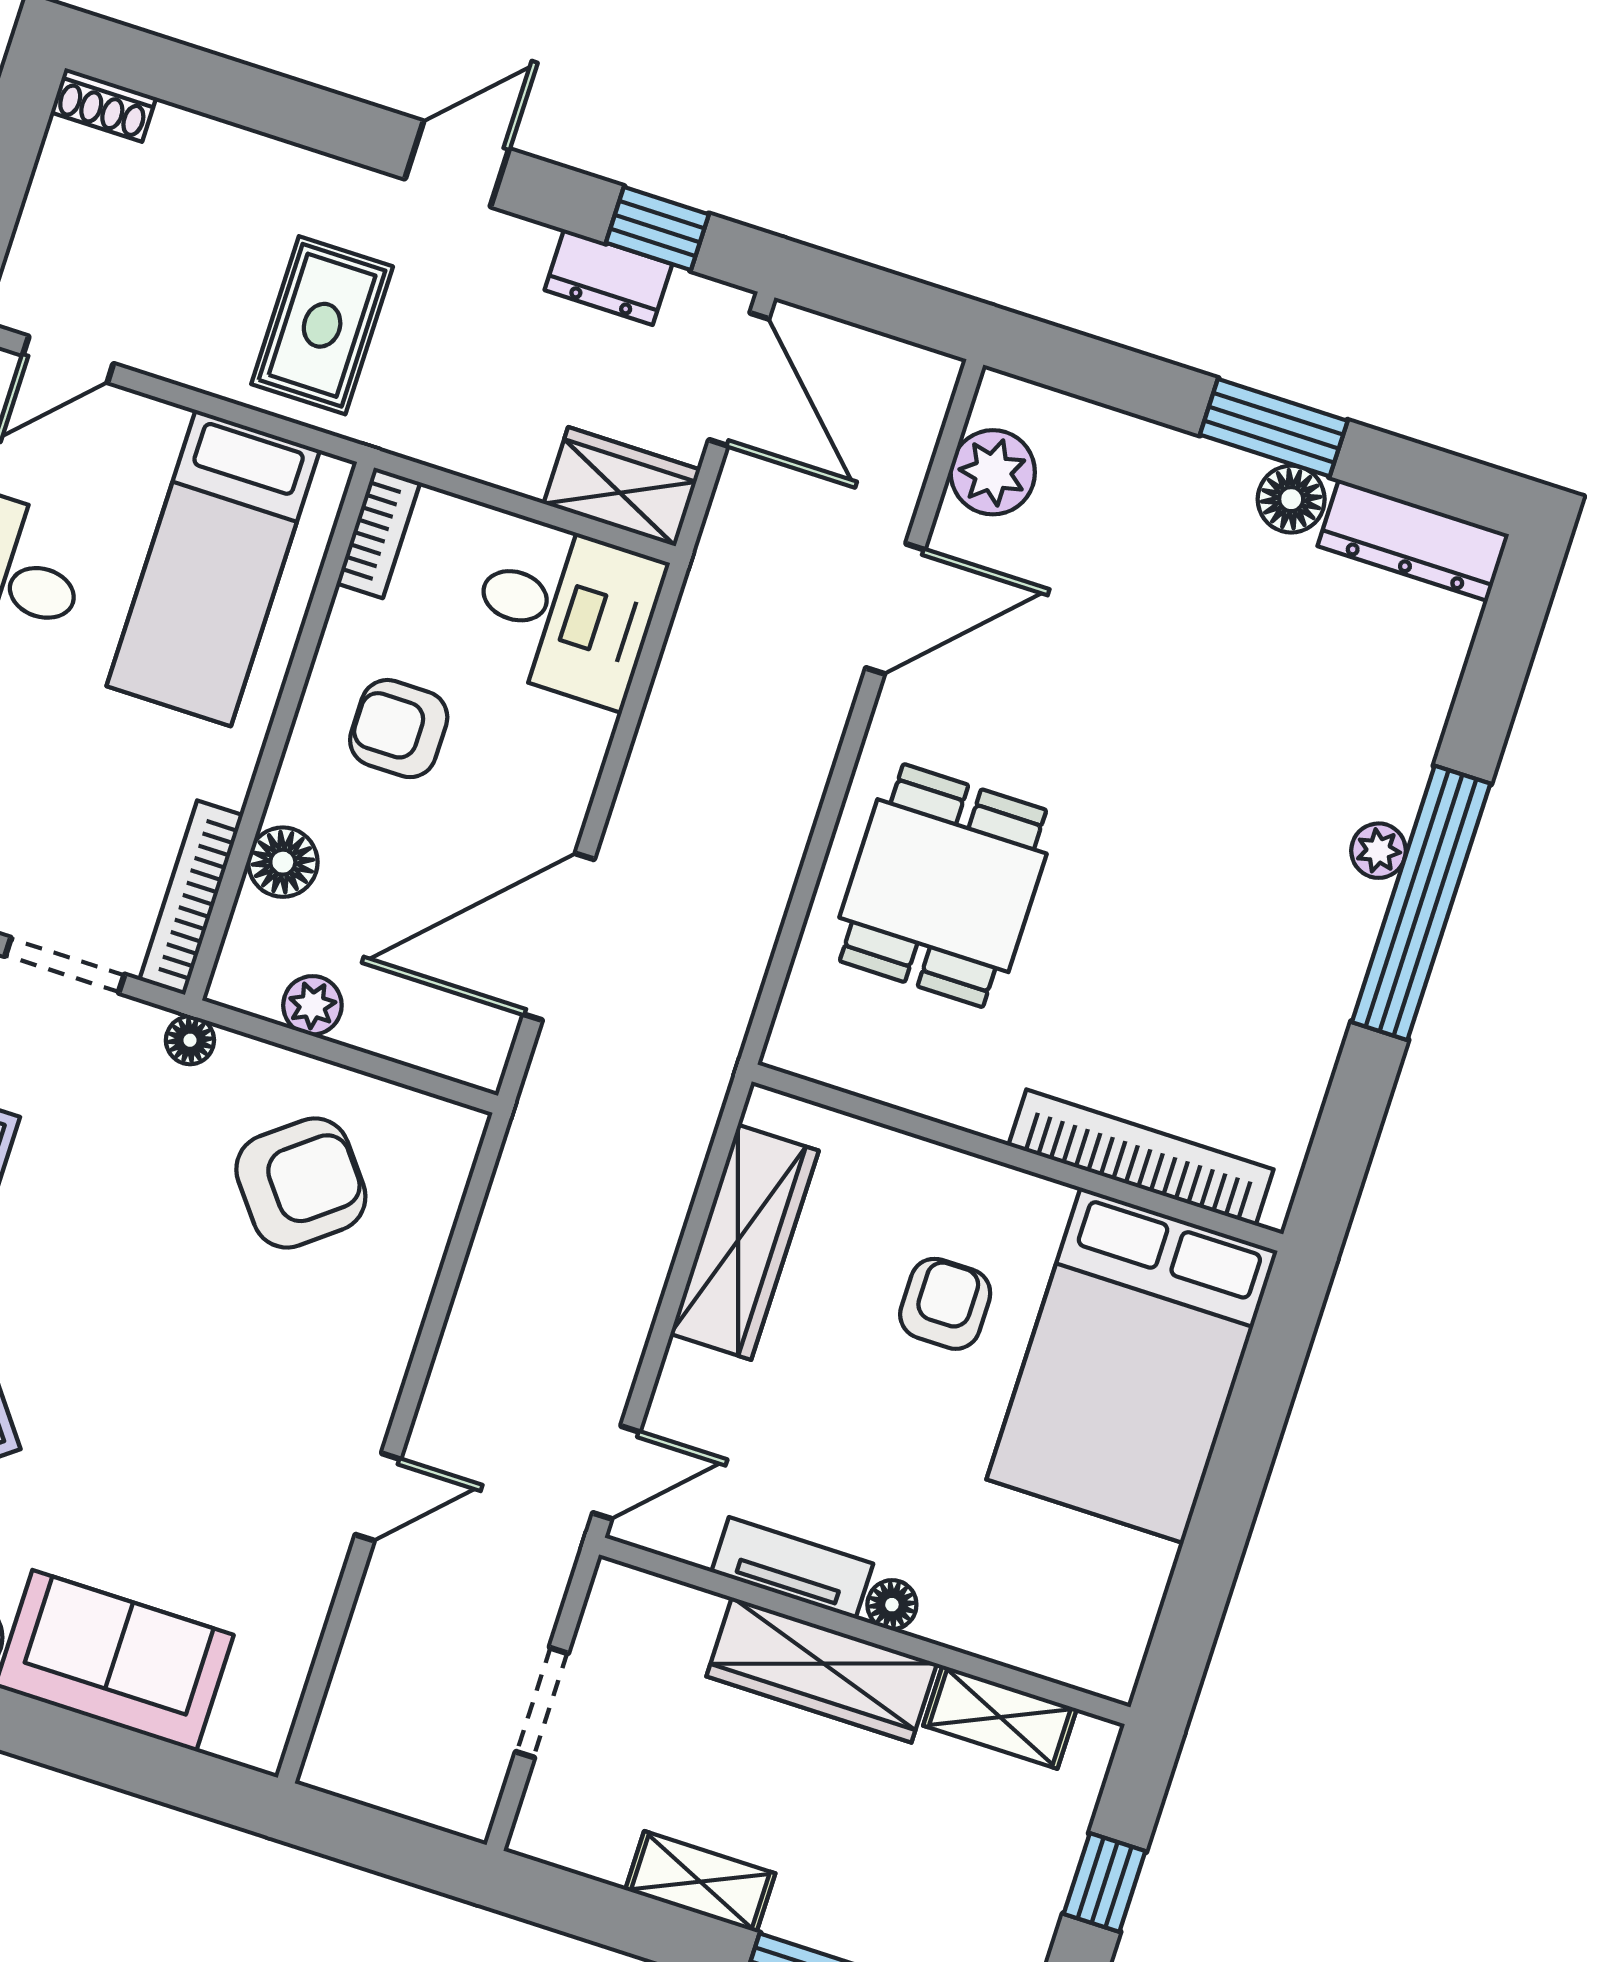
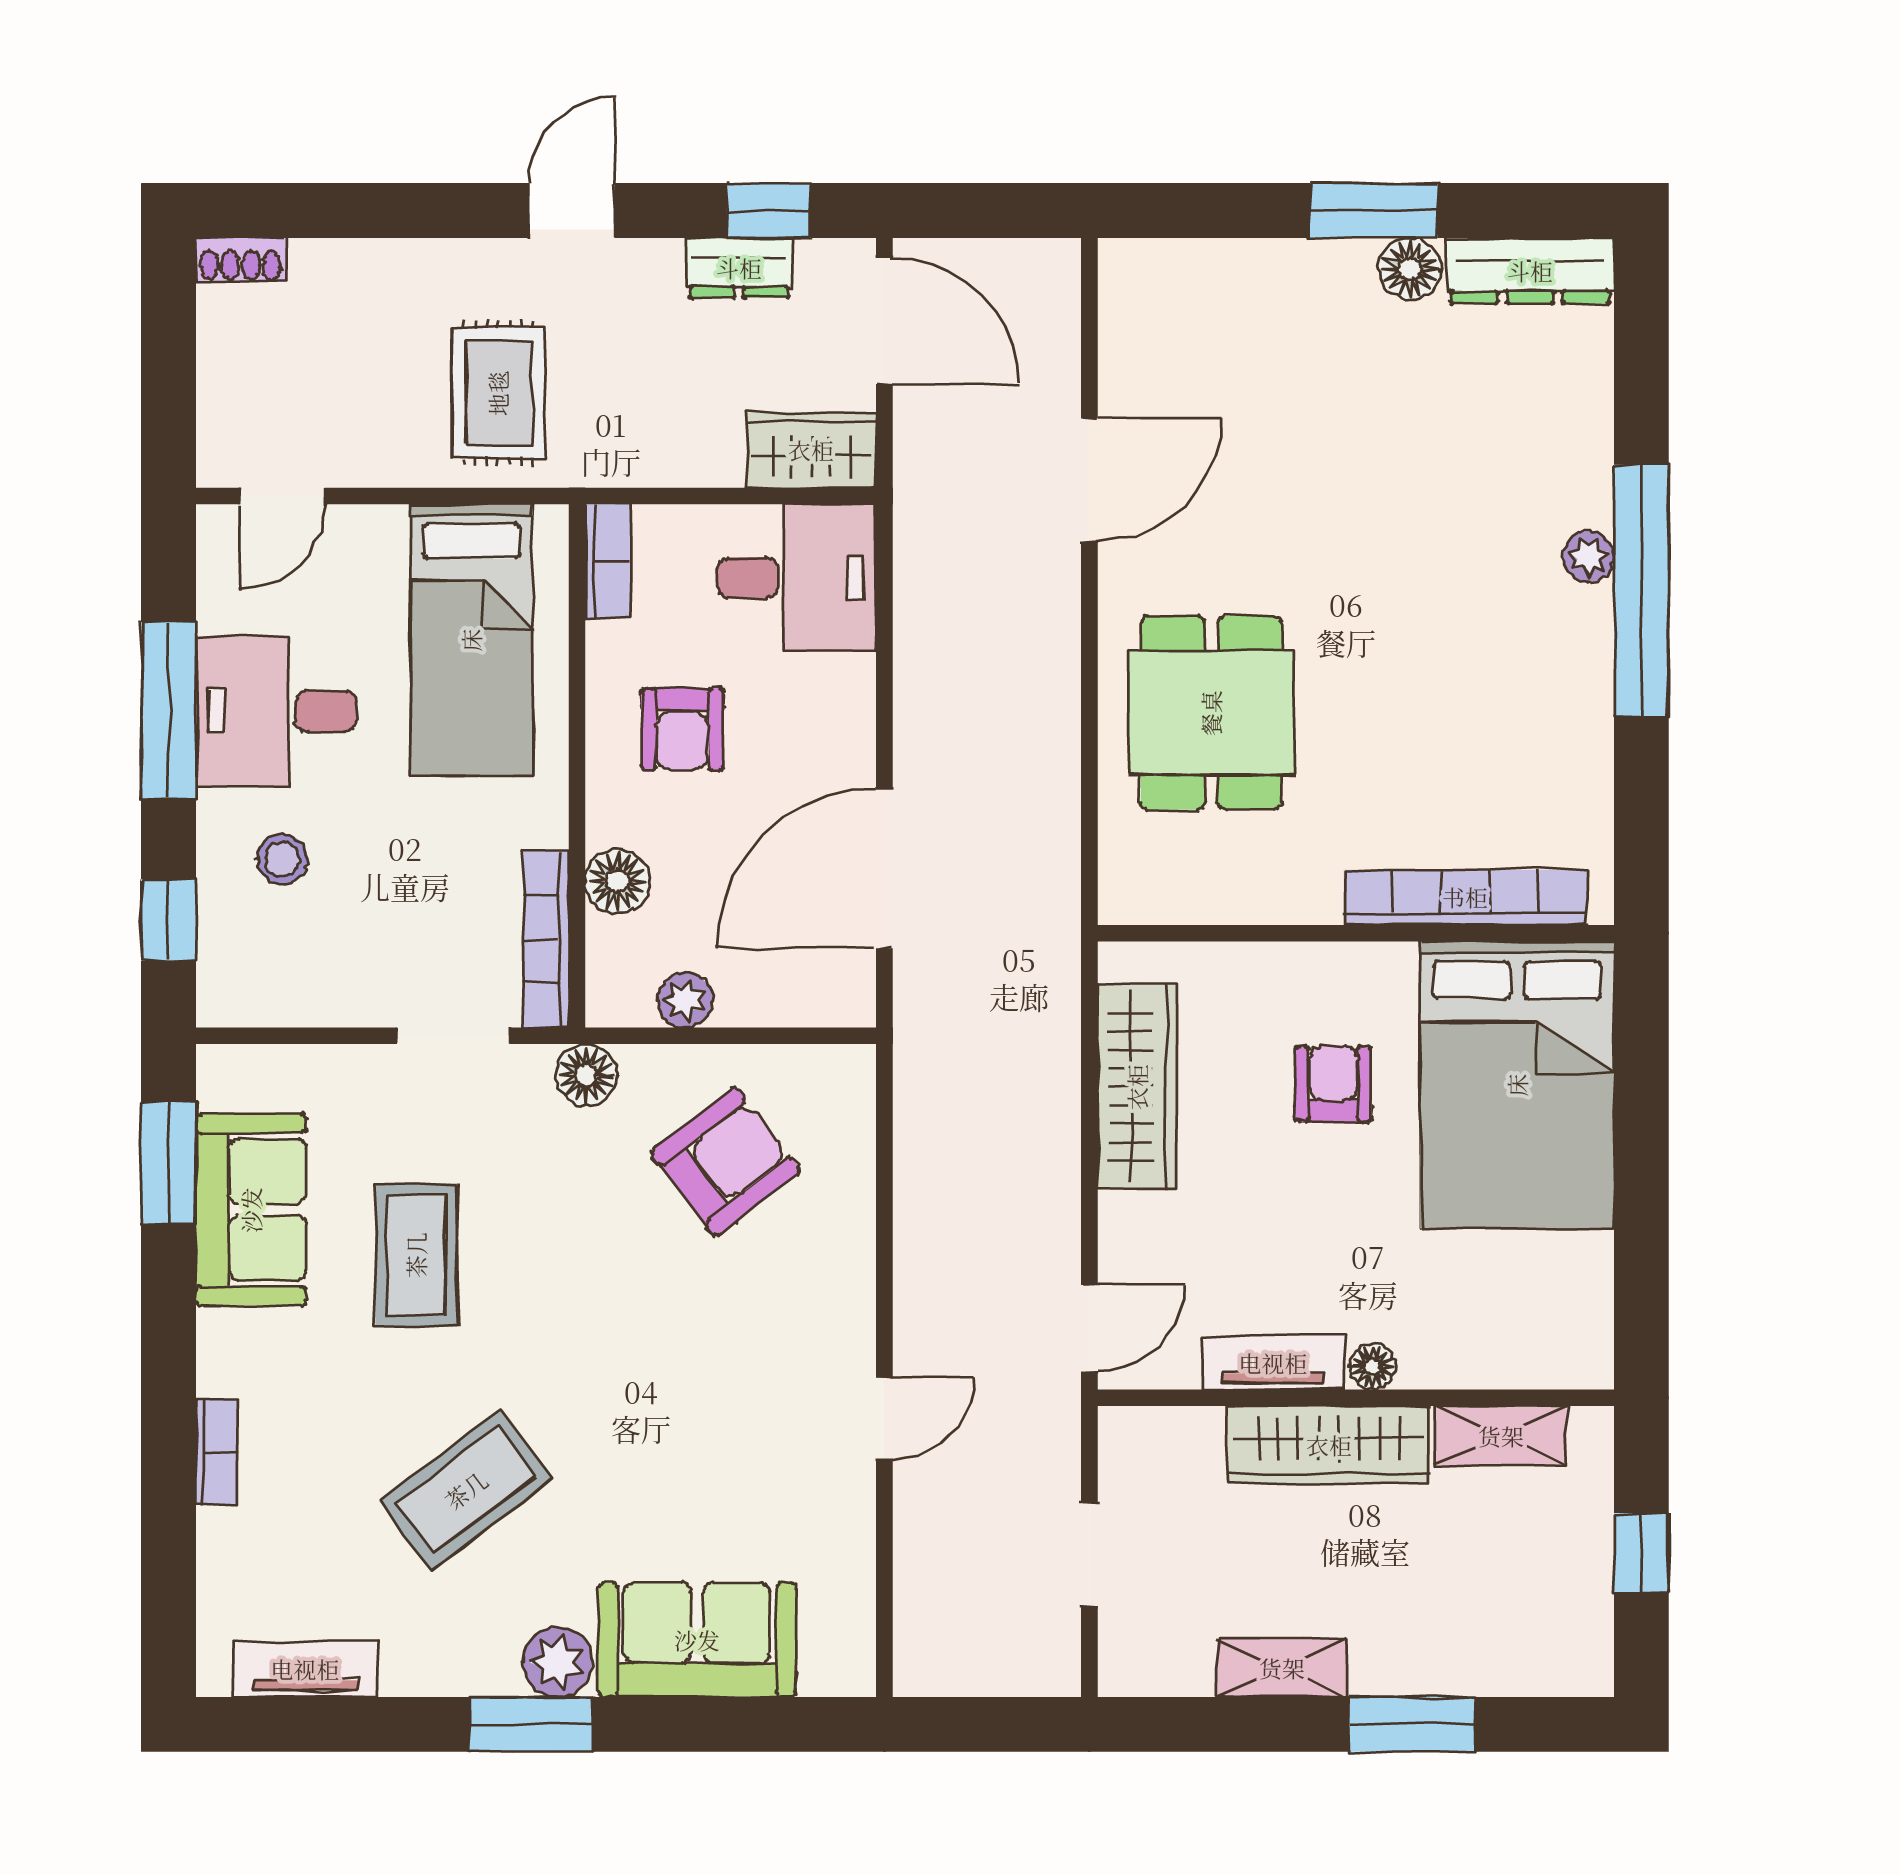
plant: (993, 472) -> (1137, 331), removed
armchair: (399, 729) -> (682, 729), turned -90
floor lamp: (190, 1040) -> (586, 1075), width x1.37, depth x1.37

